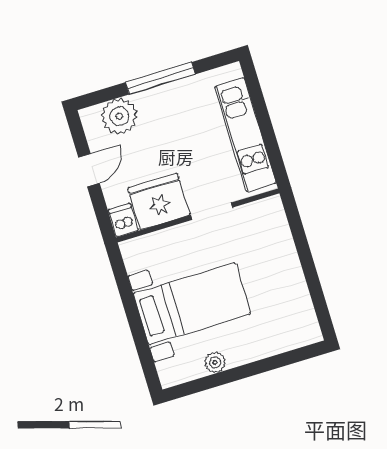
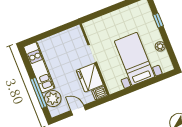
window: (160, 78) -> (39, 93), moved
kitchen unit: (245, 135) -> (39, 67), moved, turned -90
window: (273, 363) -> (158, 20), added

